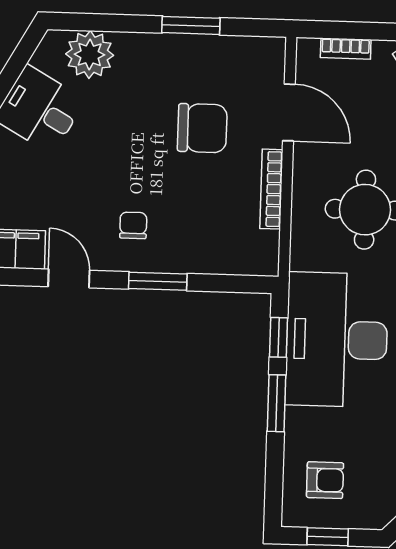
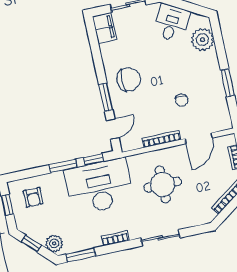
chair: (202, 128) -> (182, 100), width x0.54, depth x0.54
chair: (133, 225) -> (129, 79), width x1.87, depth x1.87
door: (69, 278) -> (113, 129), moved

